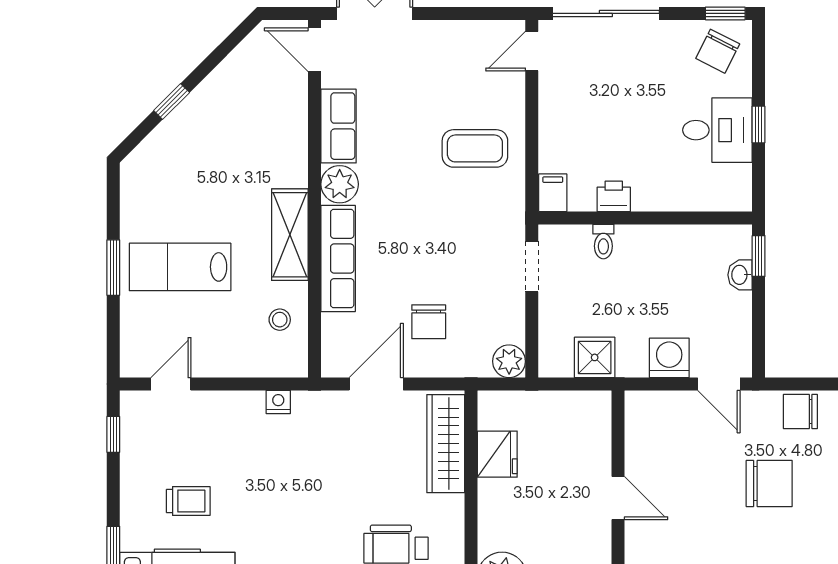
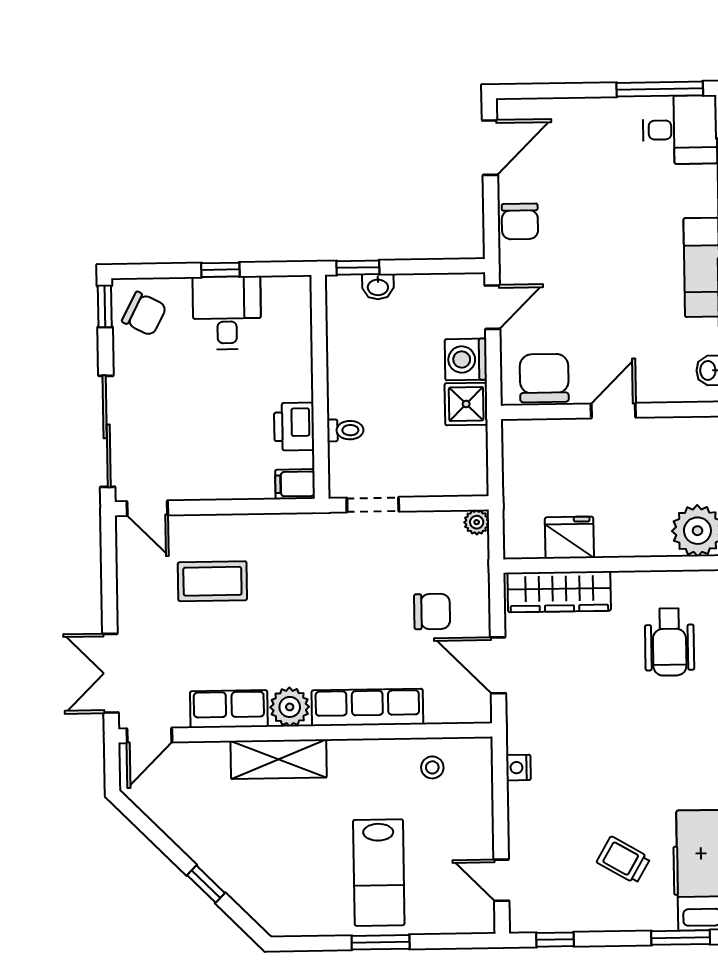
coffee table: (475, 148) -> (212, 581), moved, turned 90
printer: (614, 196) -> (294, 427), width x1.36, depth x1.24
shelving: (290, 235) -> (279, 759), moved
shower: (595, 357) -> (466, 404), moved
plant: (509, 361) -> (477, 522), width x0.73, depth x0.73
chair: (769, 483) -> (544, 378), moved
trolley: (188, 501) -> (623, 860), turned -60

